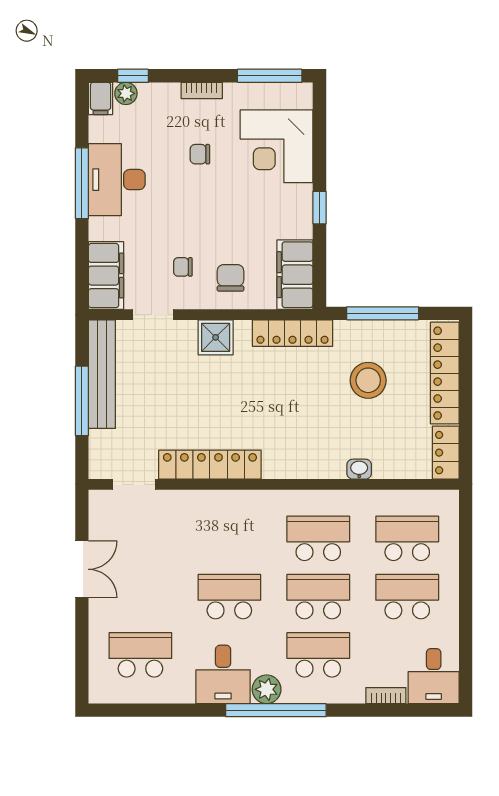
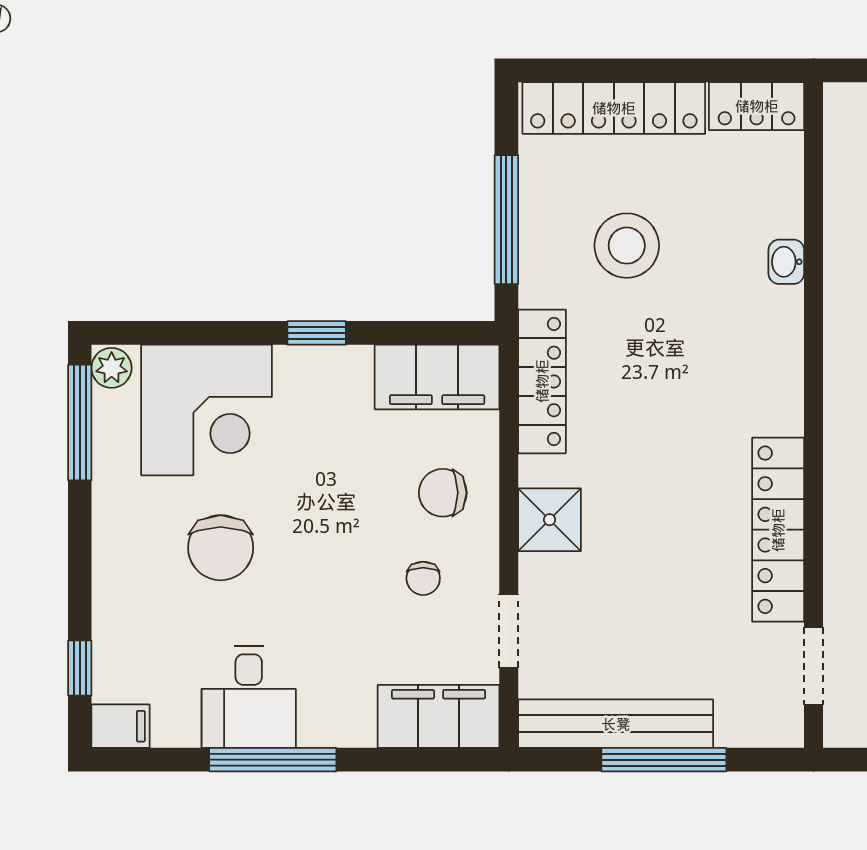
bookcase: (202, 90) -> (106, 544), removed
plant: (126, 93) -> (112, 368), moved
chair: (200, 154) -> (221, 548), width x1.87, depth x1.87
desk: (117, 180) -> (249, 697), width x0.73

